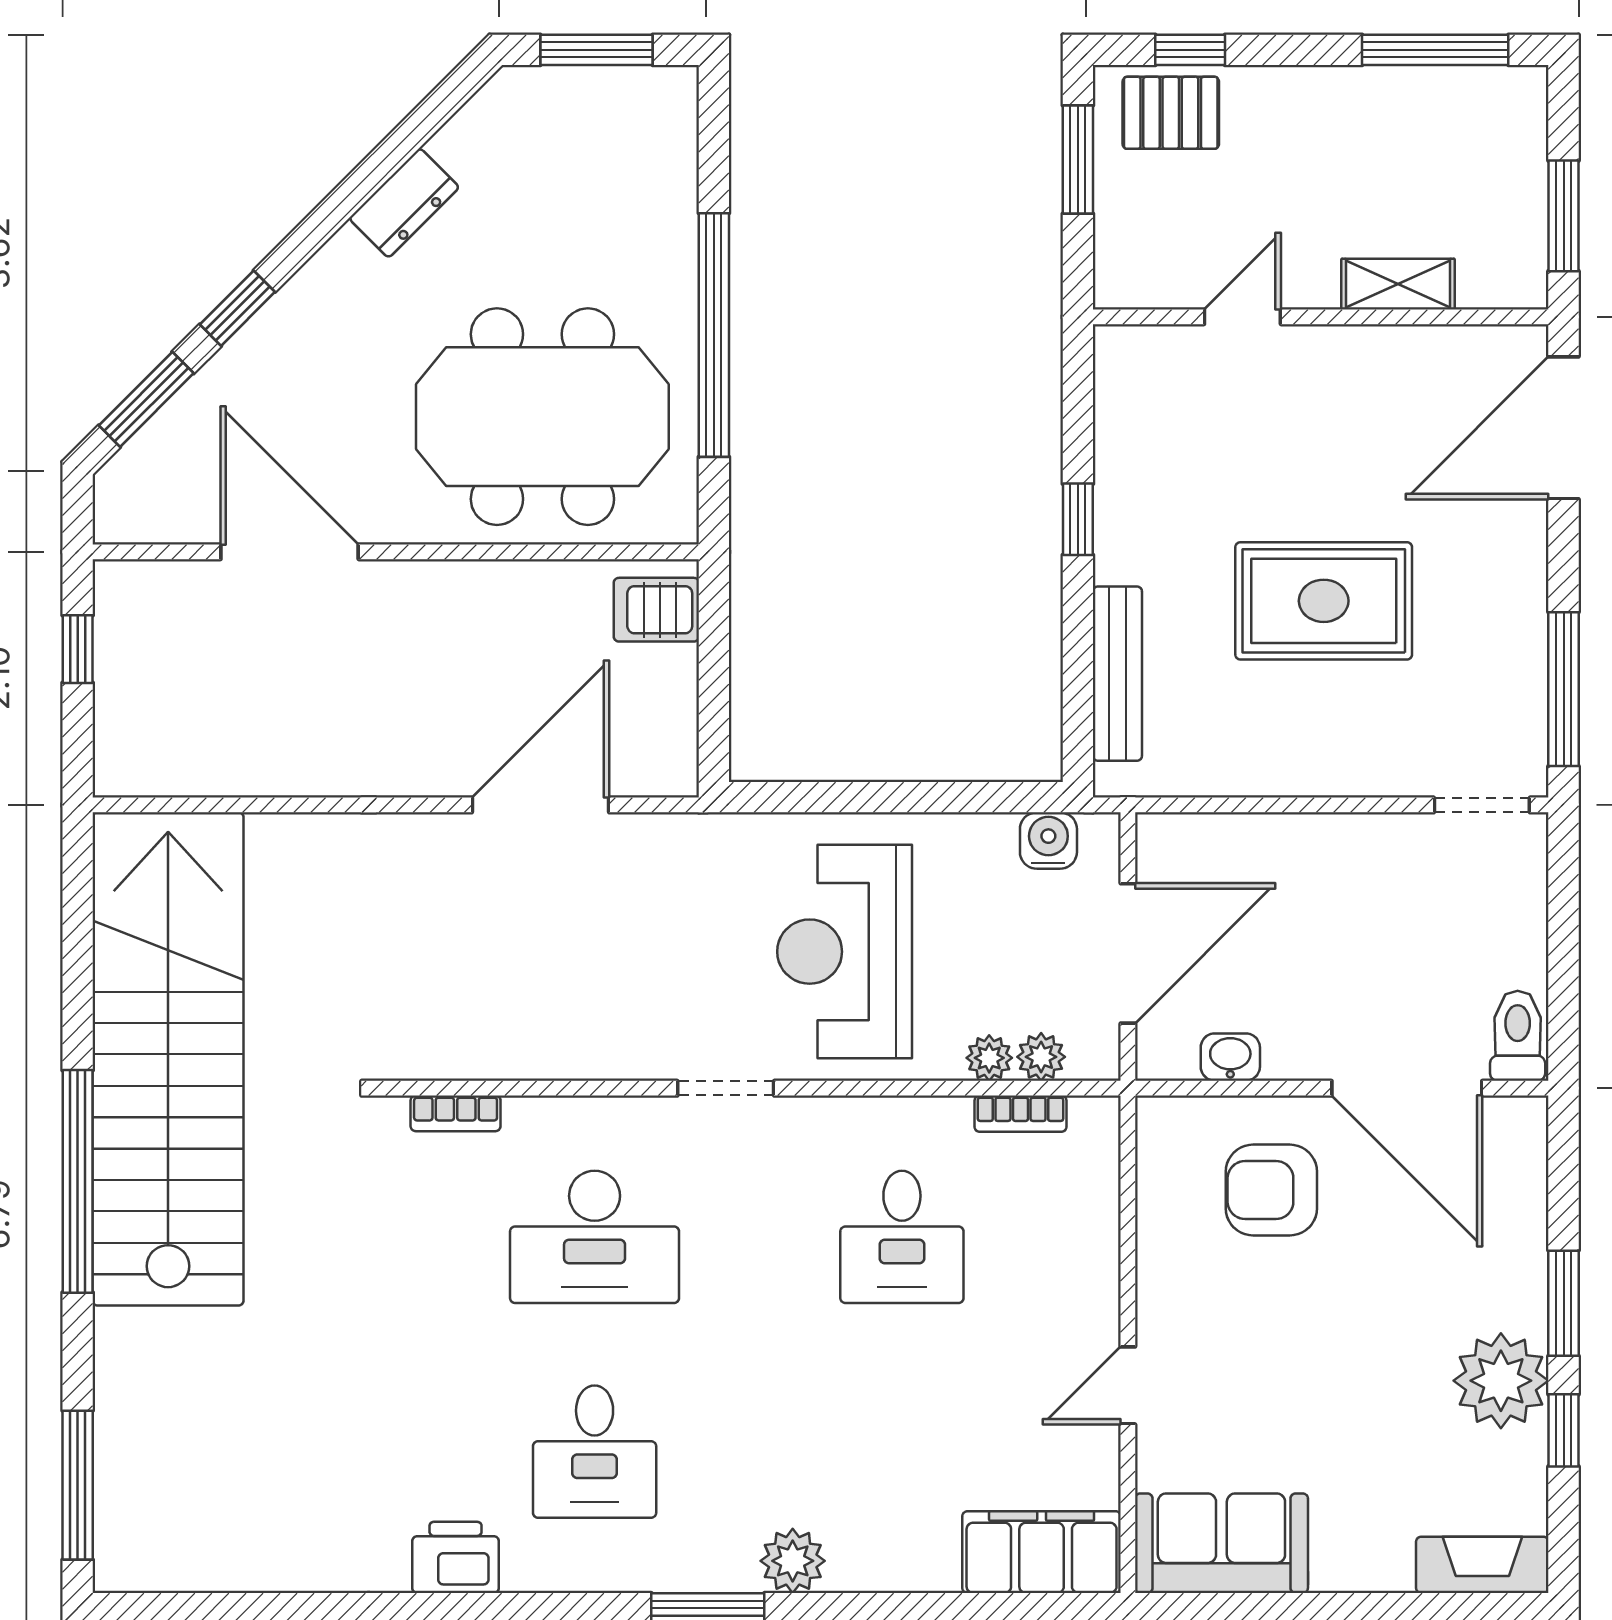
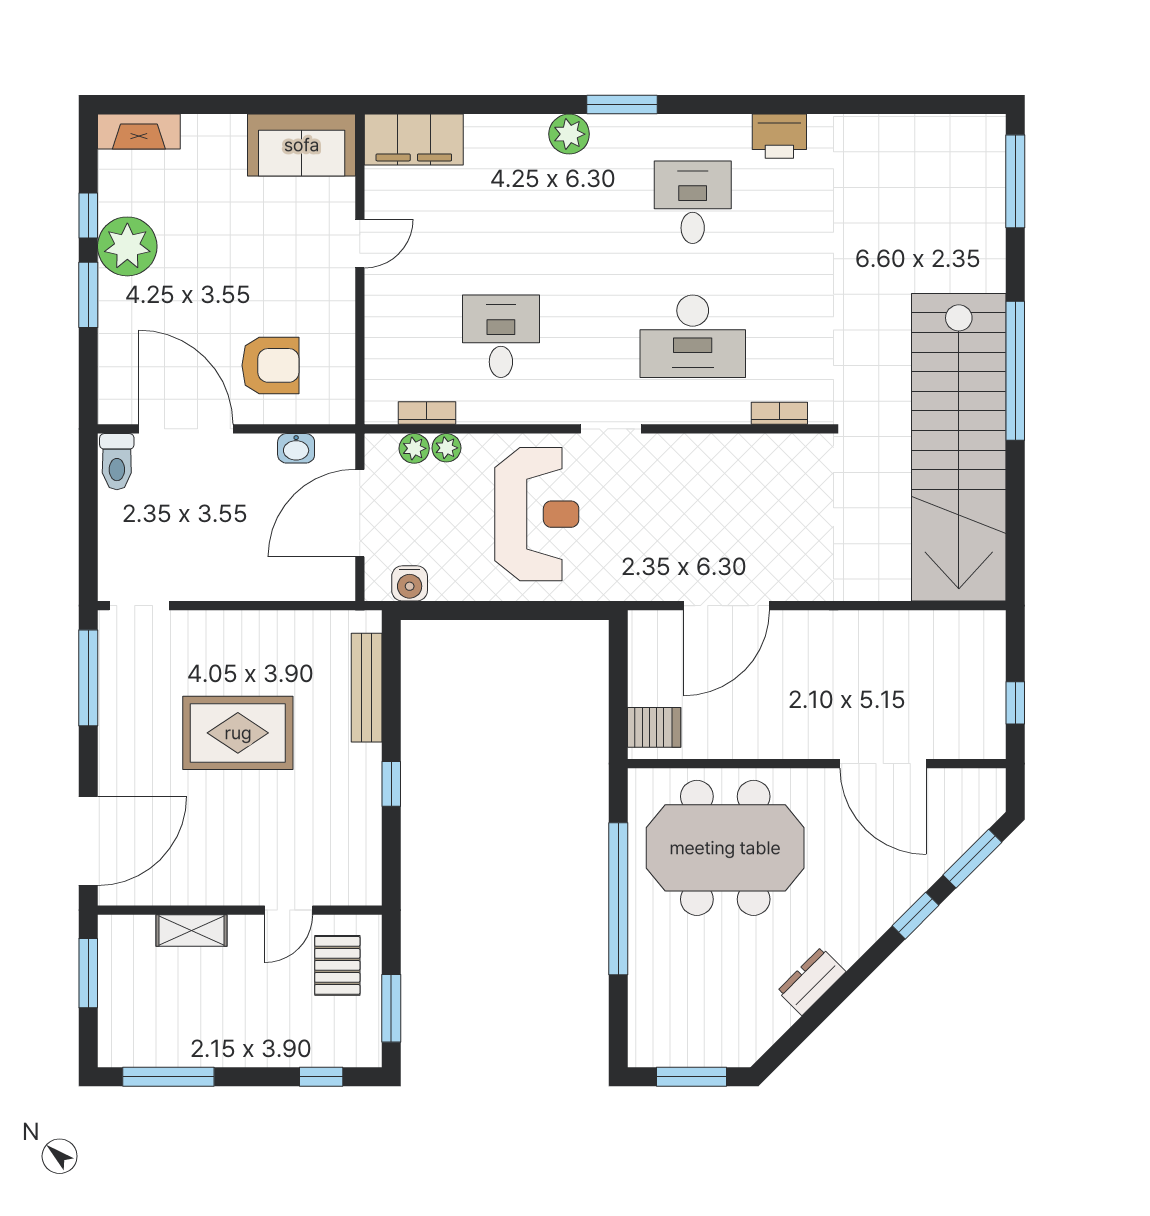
pallet: (1171, 113) -> (337, 965), moved, turned 90
desk: (595, 1237) -> (693, 336), turned 180

